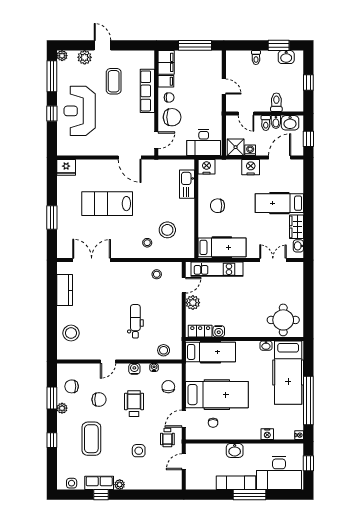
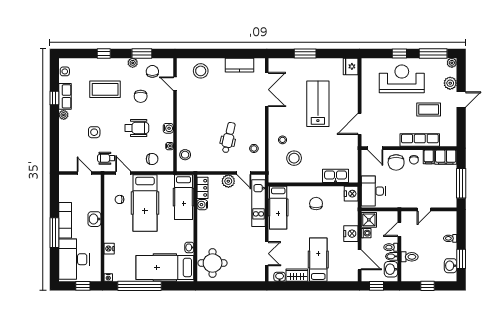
dental chair: (135, 321) -> (229, 138), moved, turned -77
door: (108, 361) -> (175, 84), moved

